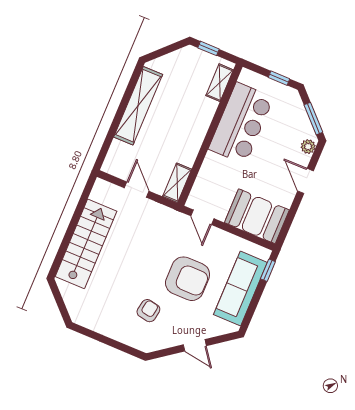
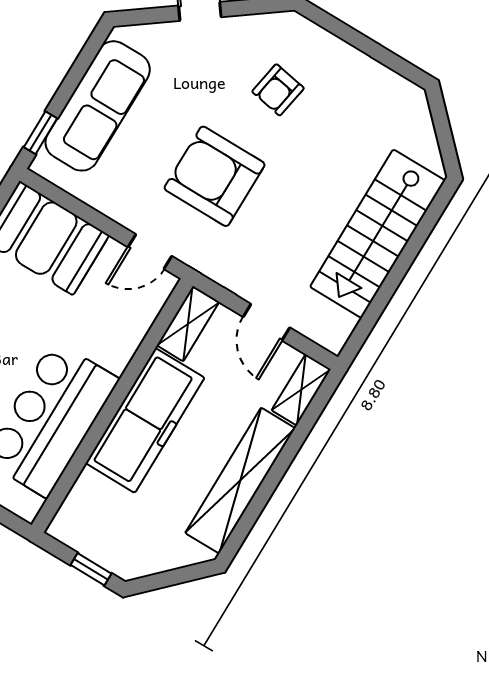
shelving: (220, 83) -> (301, 390), moved
freezer: (192, 130) -> (145, 420), added
door: (202, 217) -> (150, 252), swing flipped
armchair: (188, 279) -> (215, 176), moved

